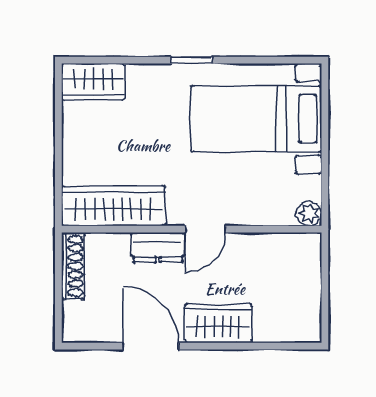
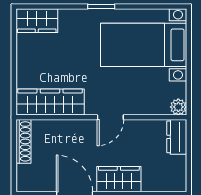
dresser: (158, 247) -> (177, 137), moved, turned 90

